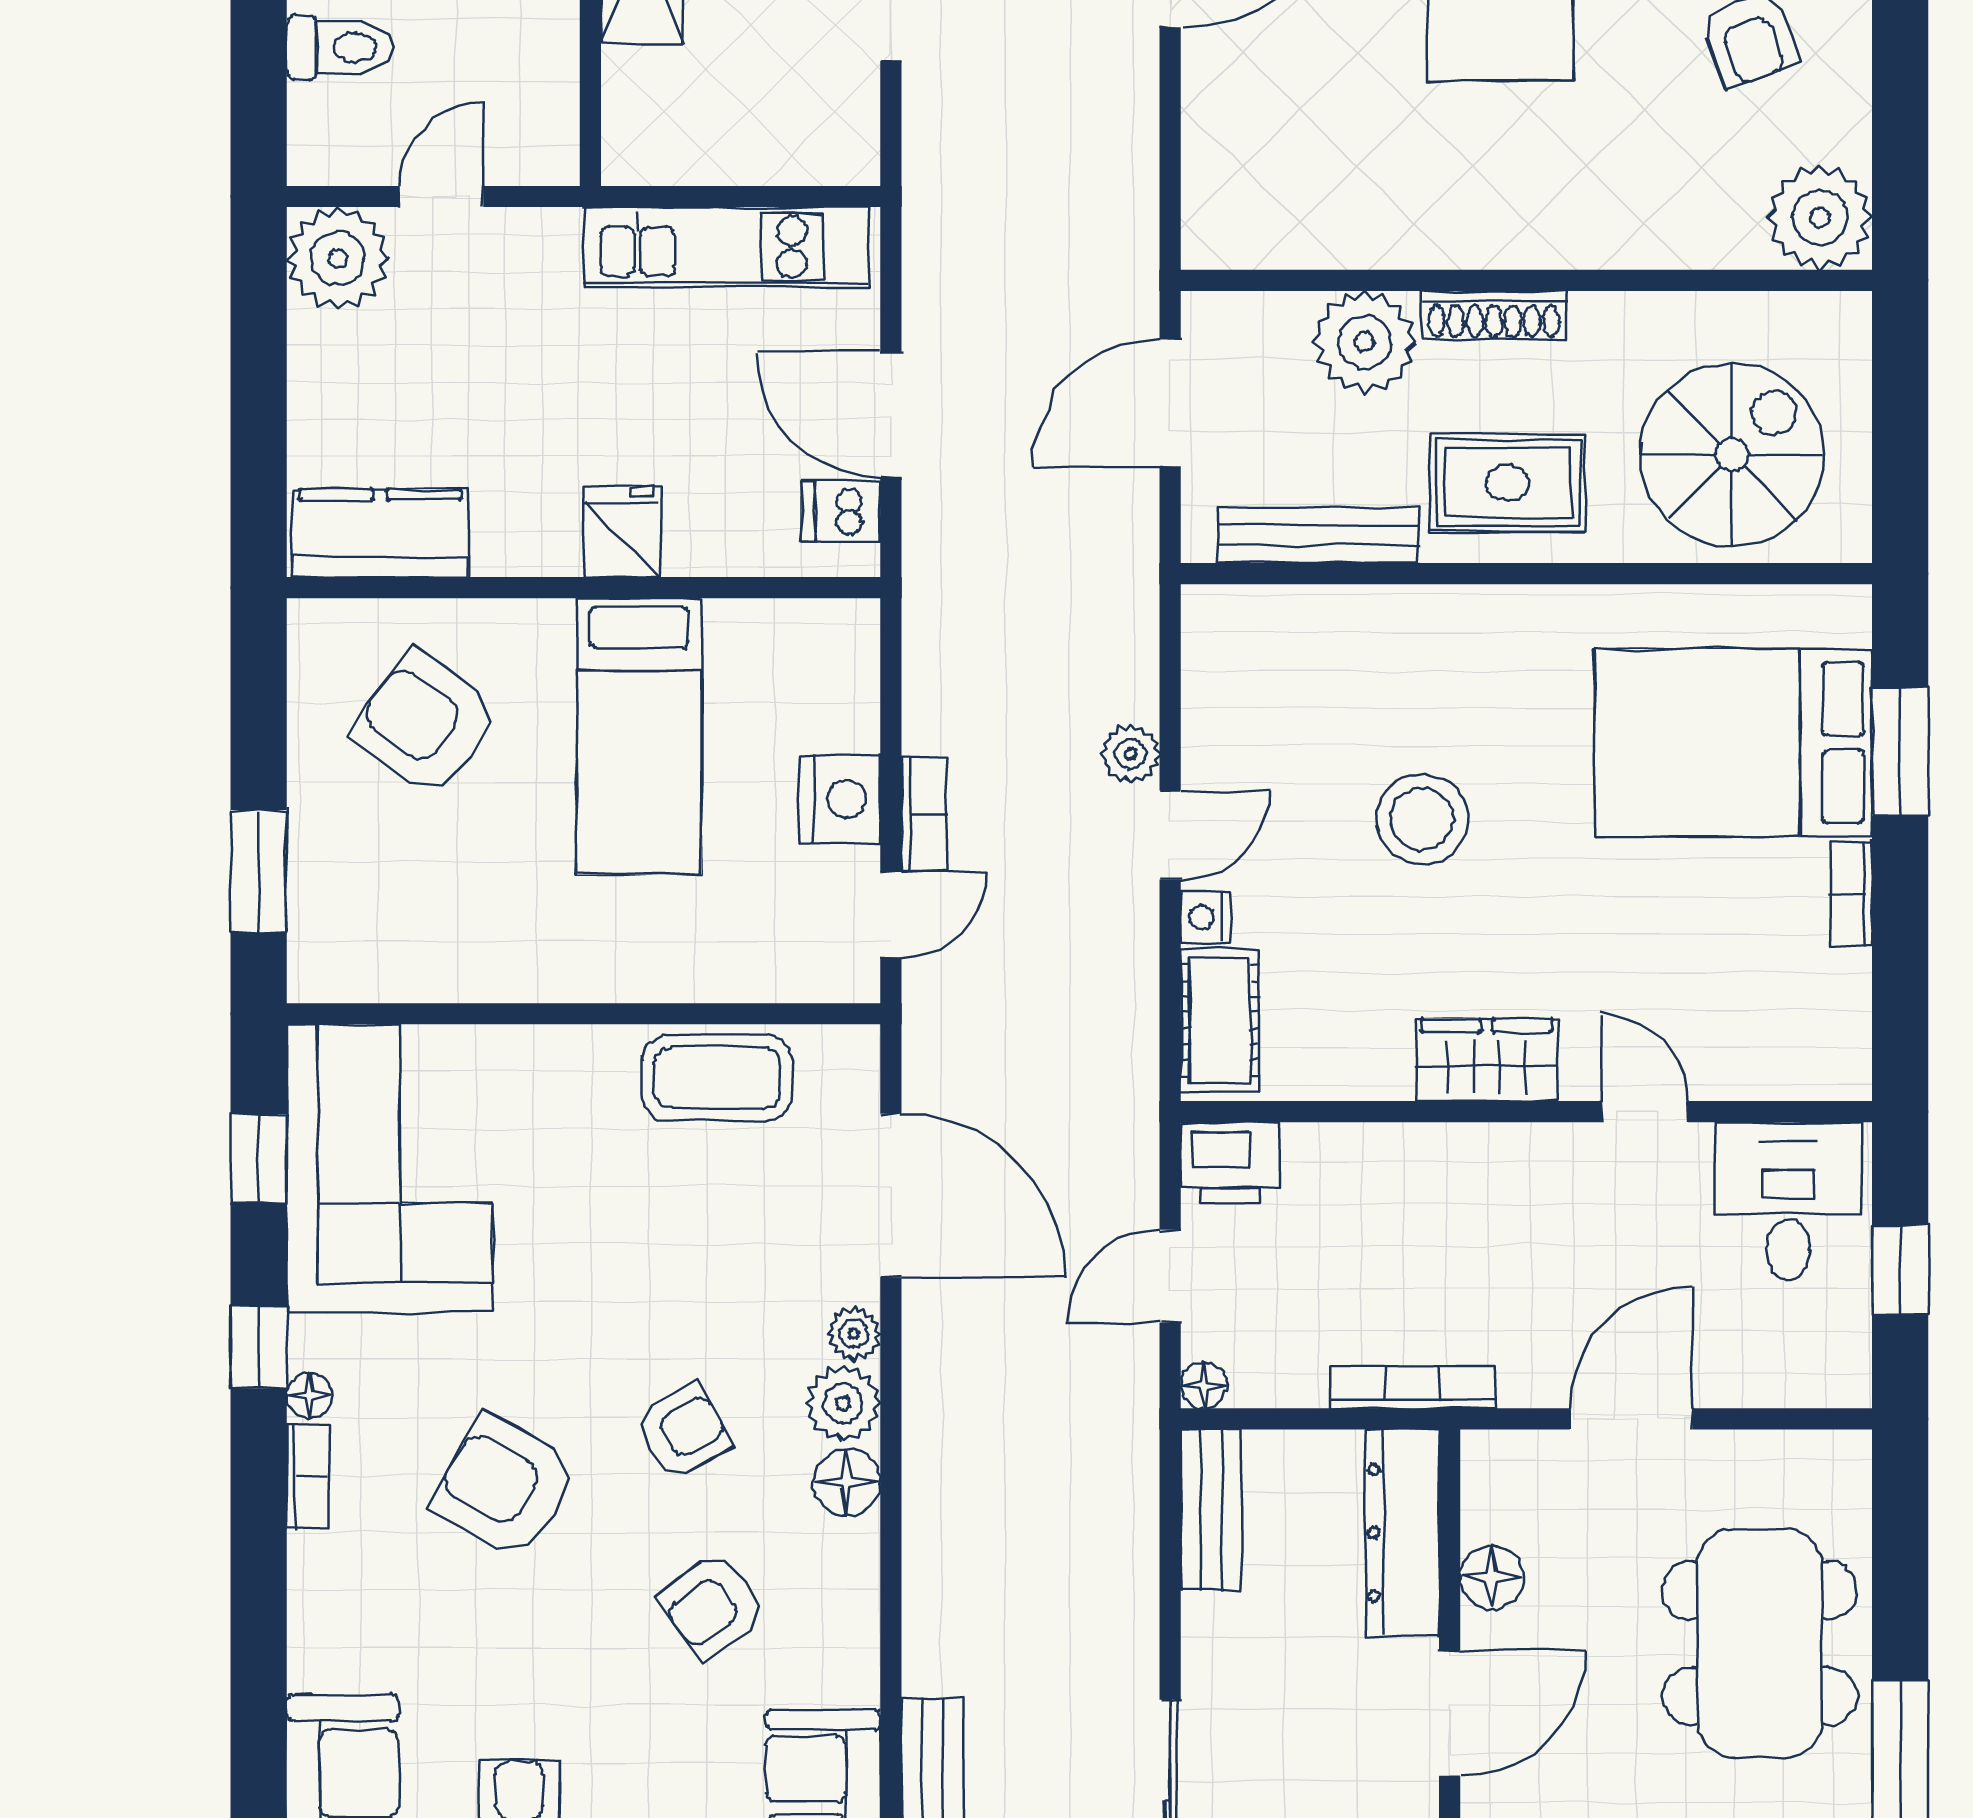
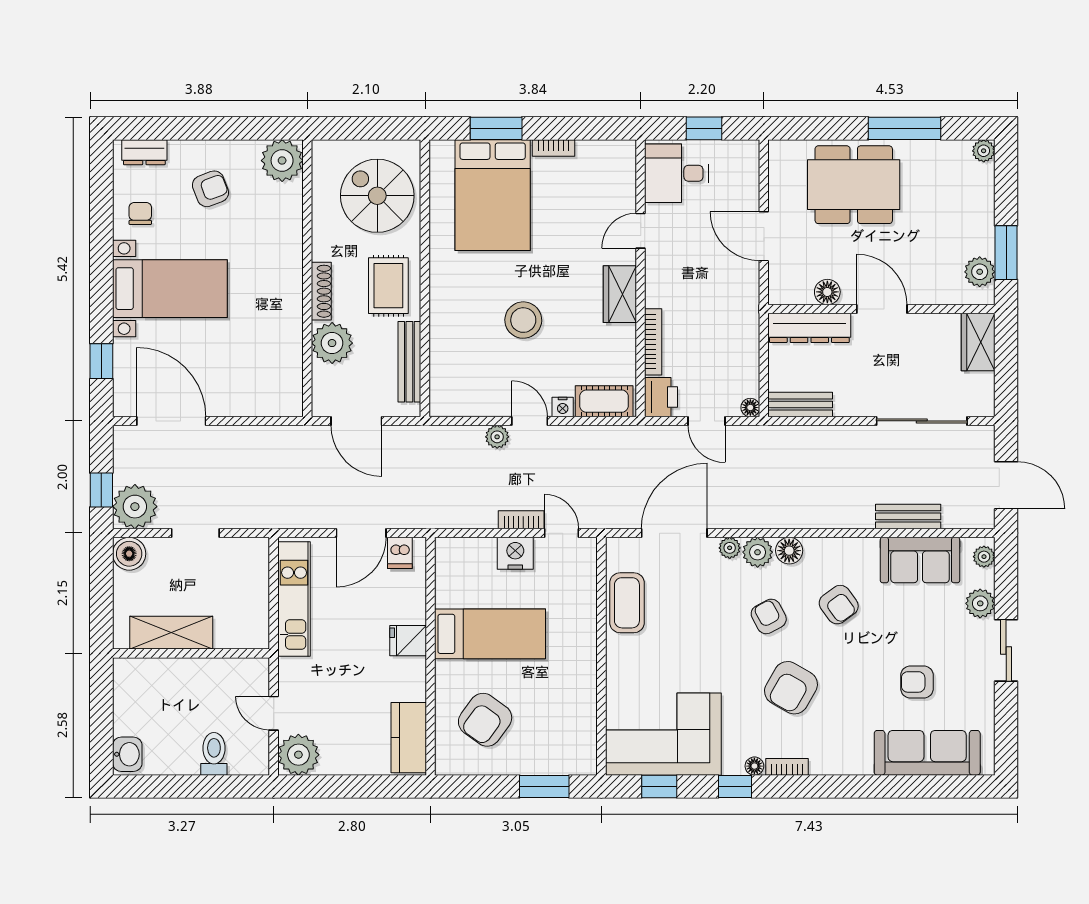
bookcase: (1413, 1387) -> (653, 342), moved, turned 180

